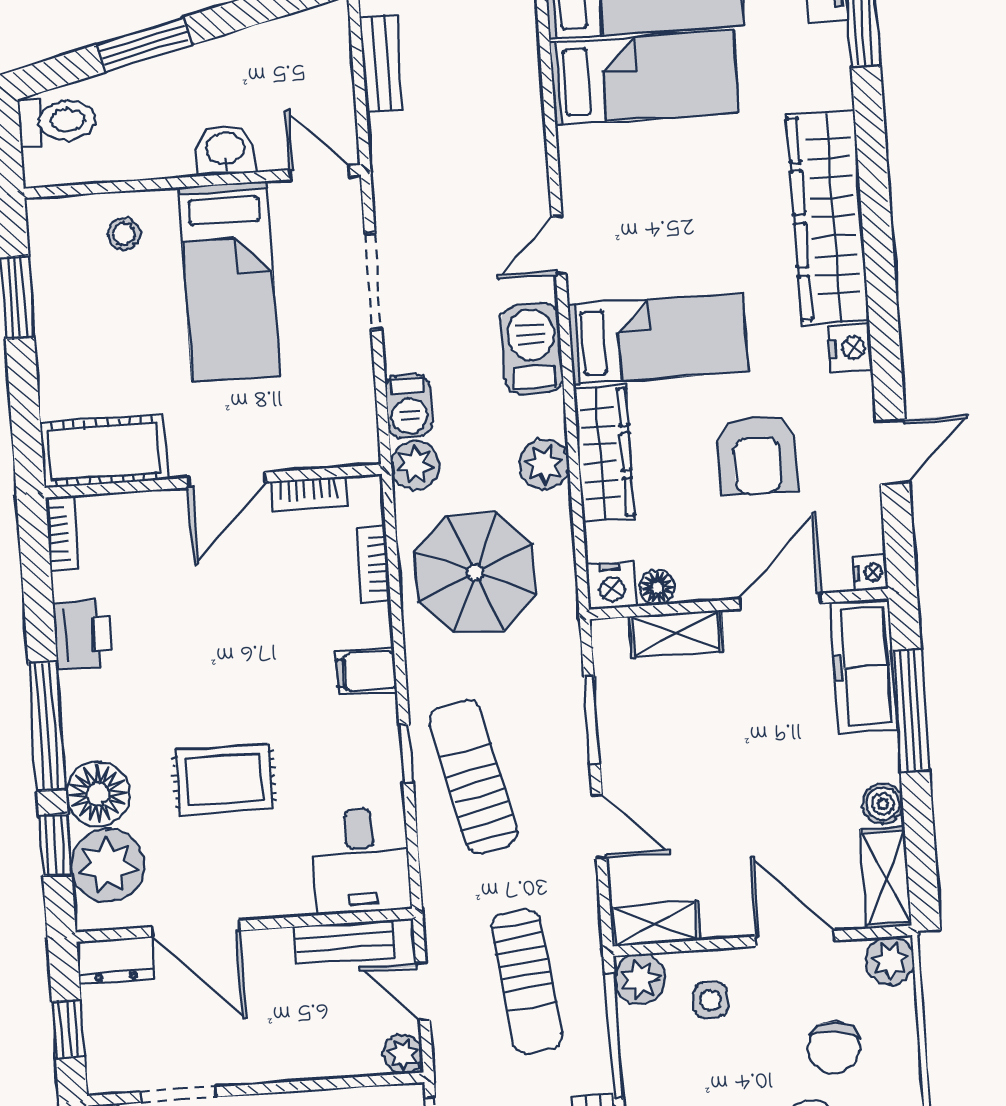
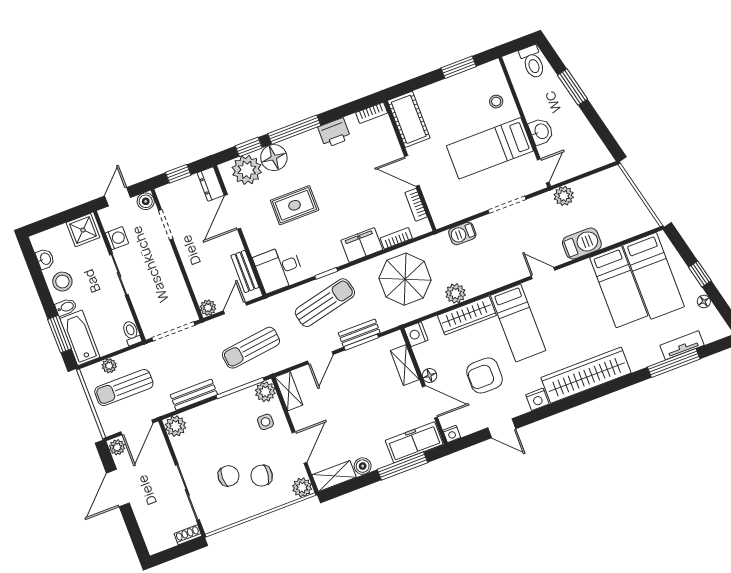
bench: (381, 64) -> (359, 333), moved
barbecue: (532, 349) -> (582, 244), moved
plant: (415, 465) -> (564, 196), moved
floor lamp: (657, 588) -> (430, 375), moved
filing cabinet: (366, 672) -> (362, 245), width x2.00
rug: (224, 779) -> (295, 205), turned 90

